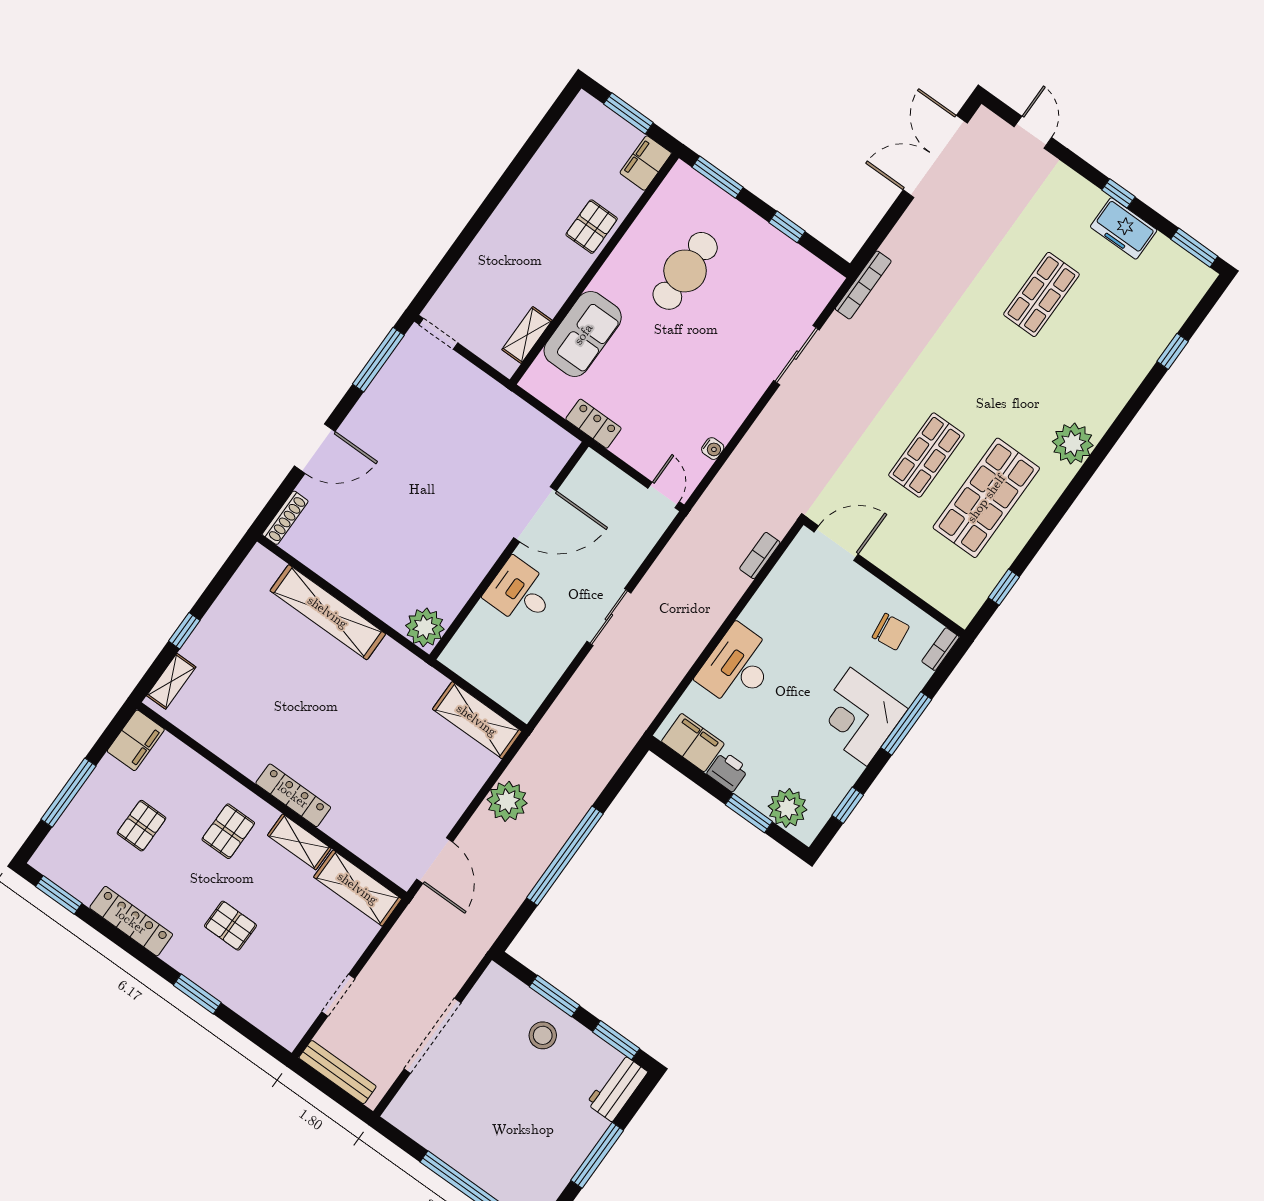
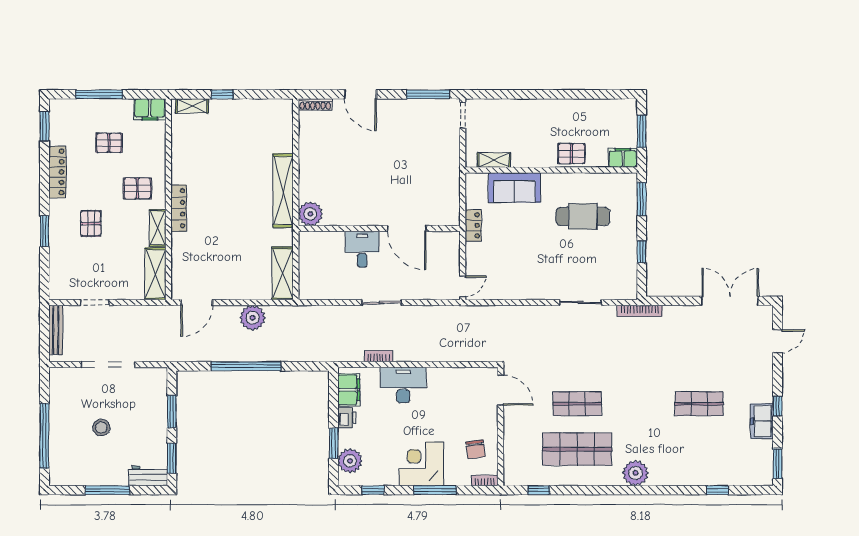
water cooler: (713, 449) -> (504, 294), removed
bookcase: (760, 556) -> (378, 356), moved
shelving: (328, 612) -> (283, 191), moved
stool: (543, 1035) -> (101, 428), moved

